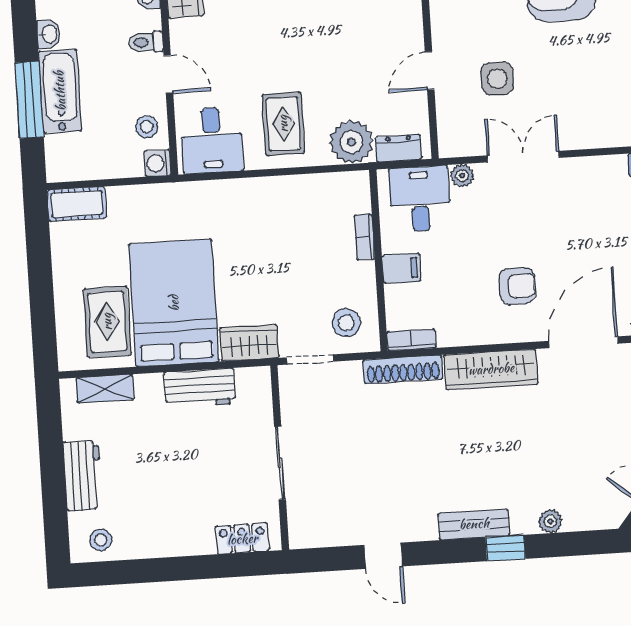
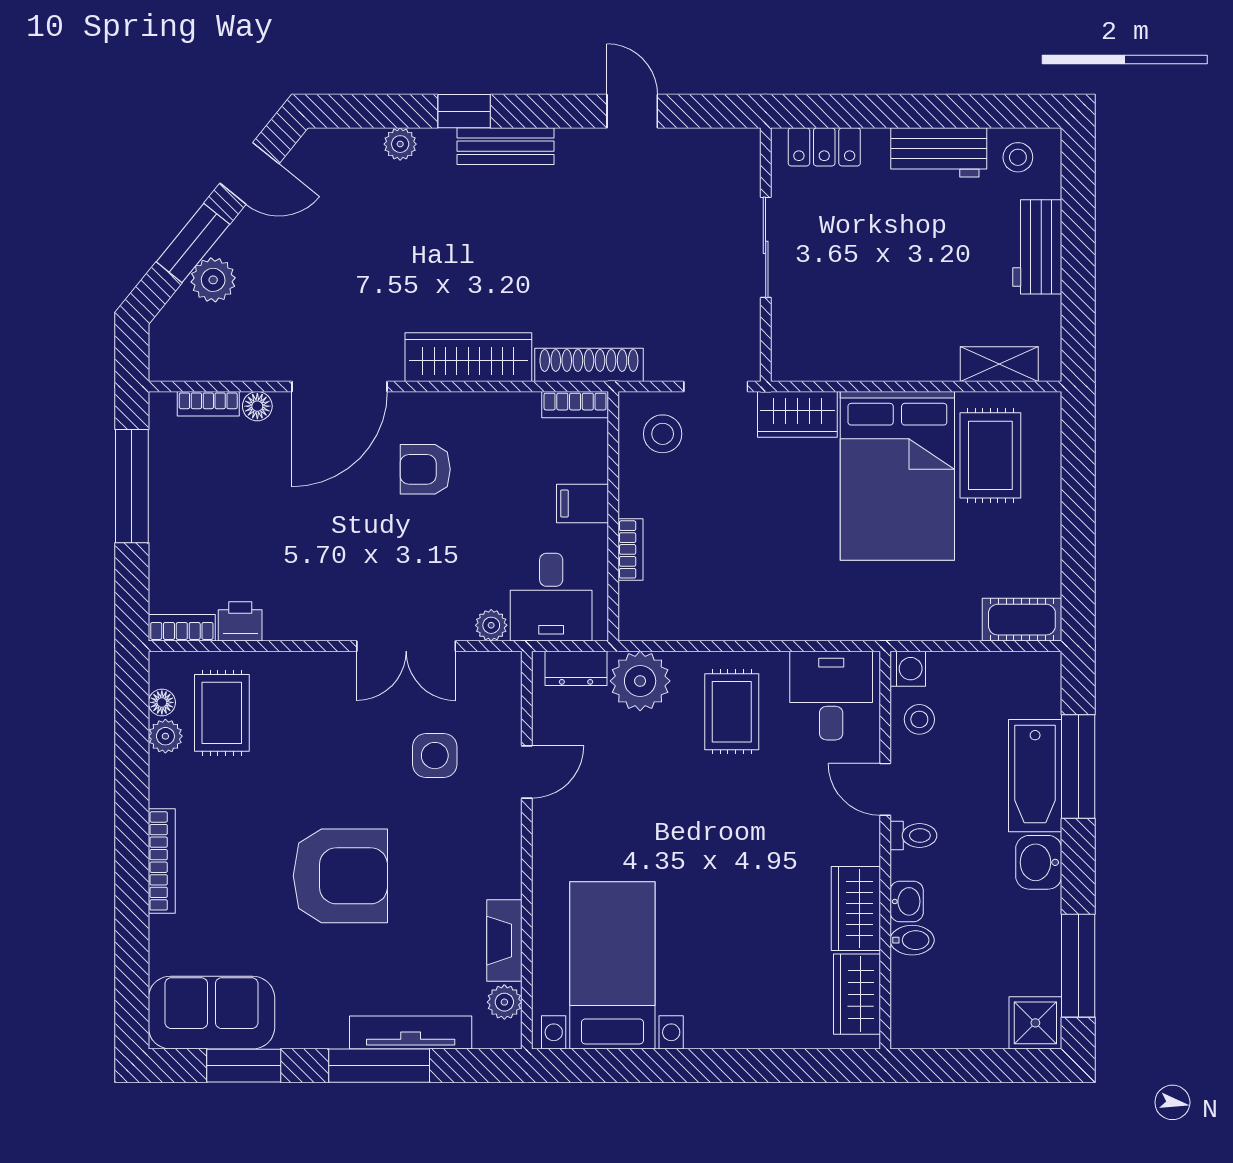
washbasin: (49, 34) -> (1039, 862), width x1.38, depth x1.45
workbench: (200, 388) -> (939, 152), moved, turned 180

